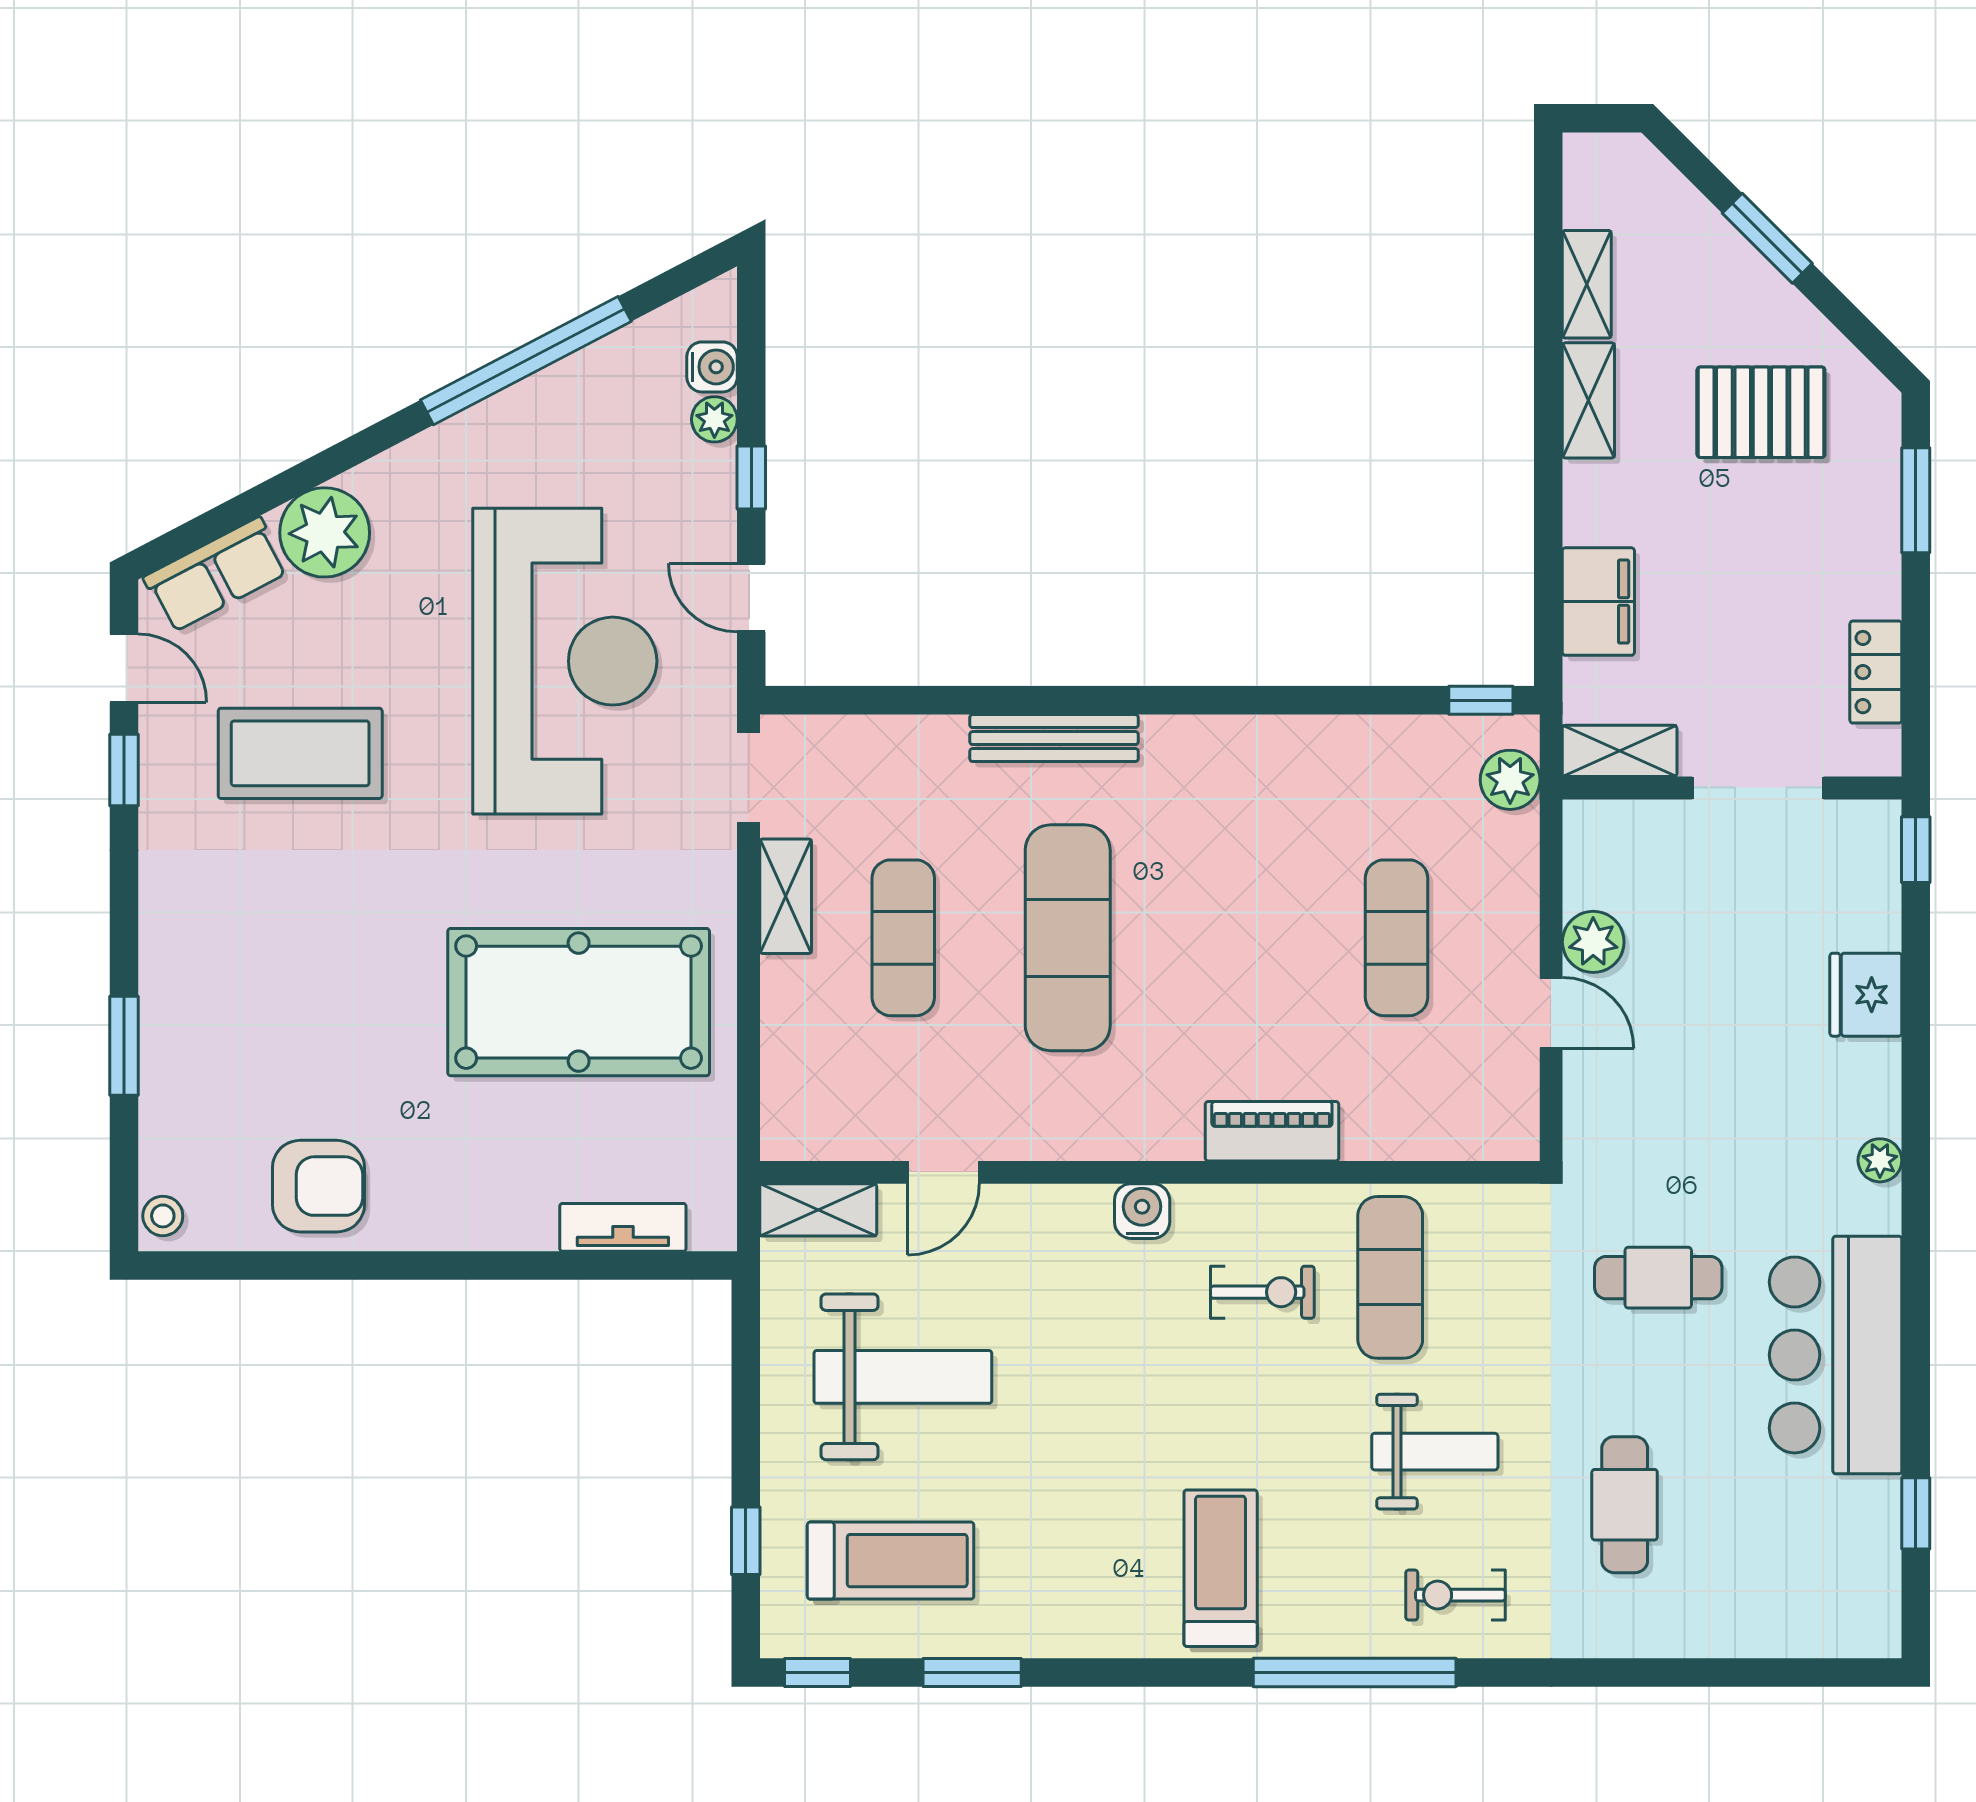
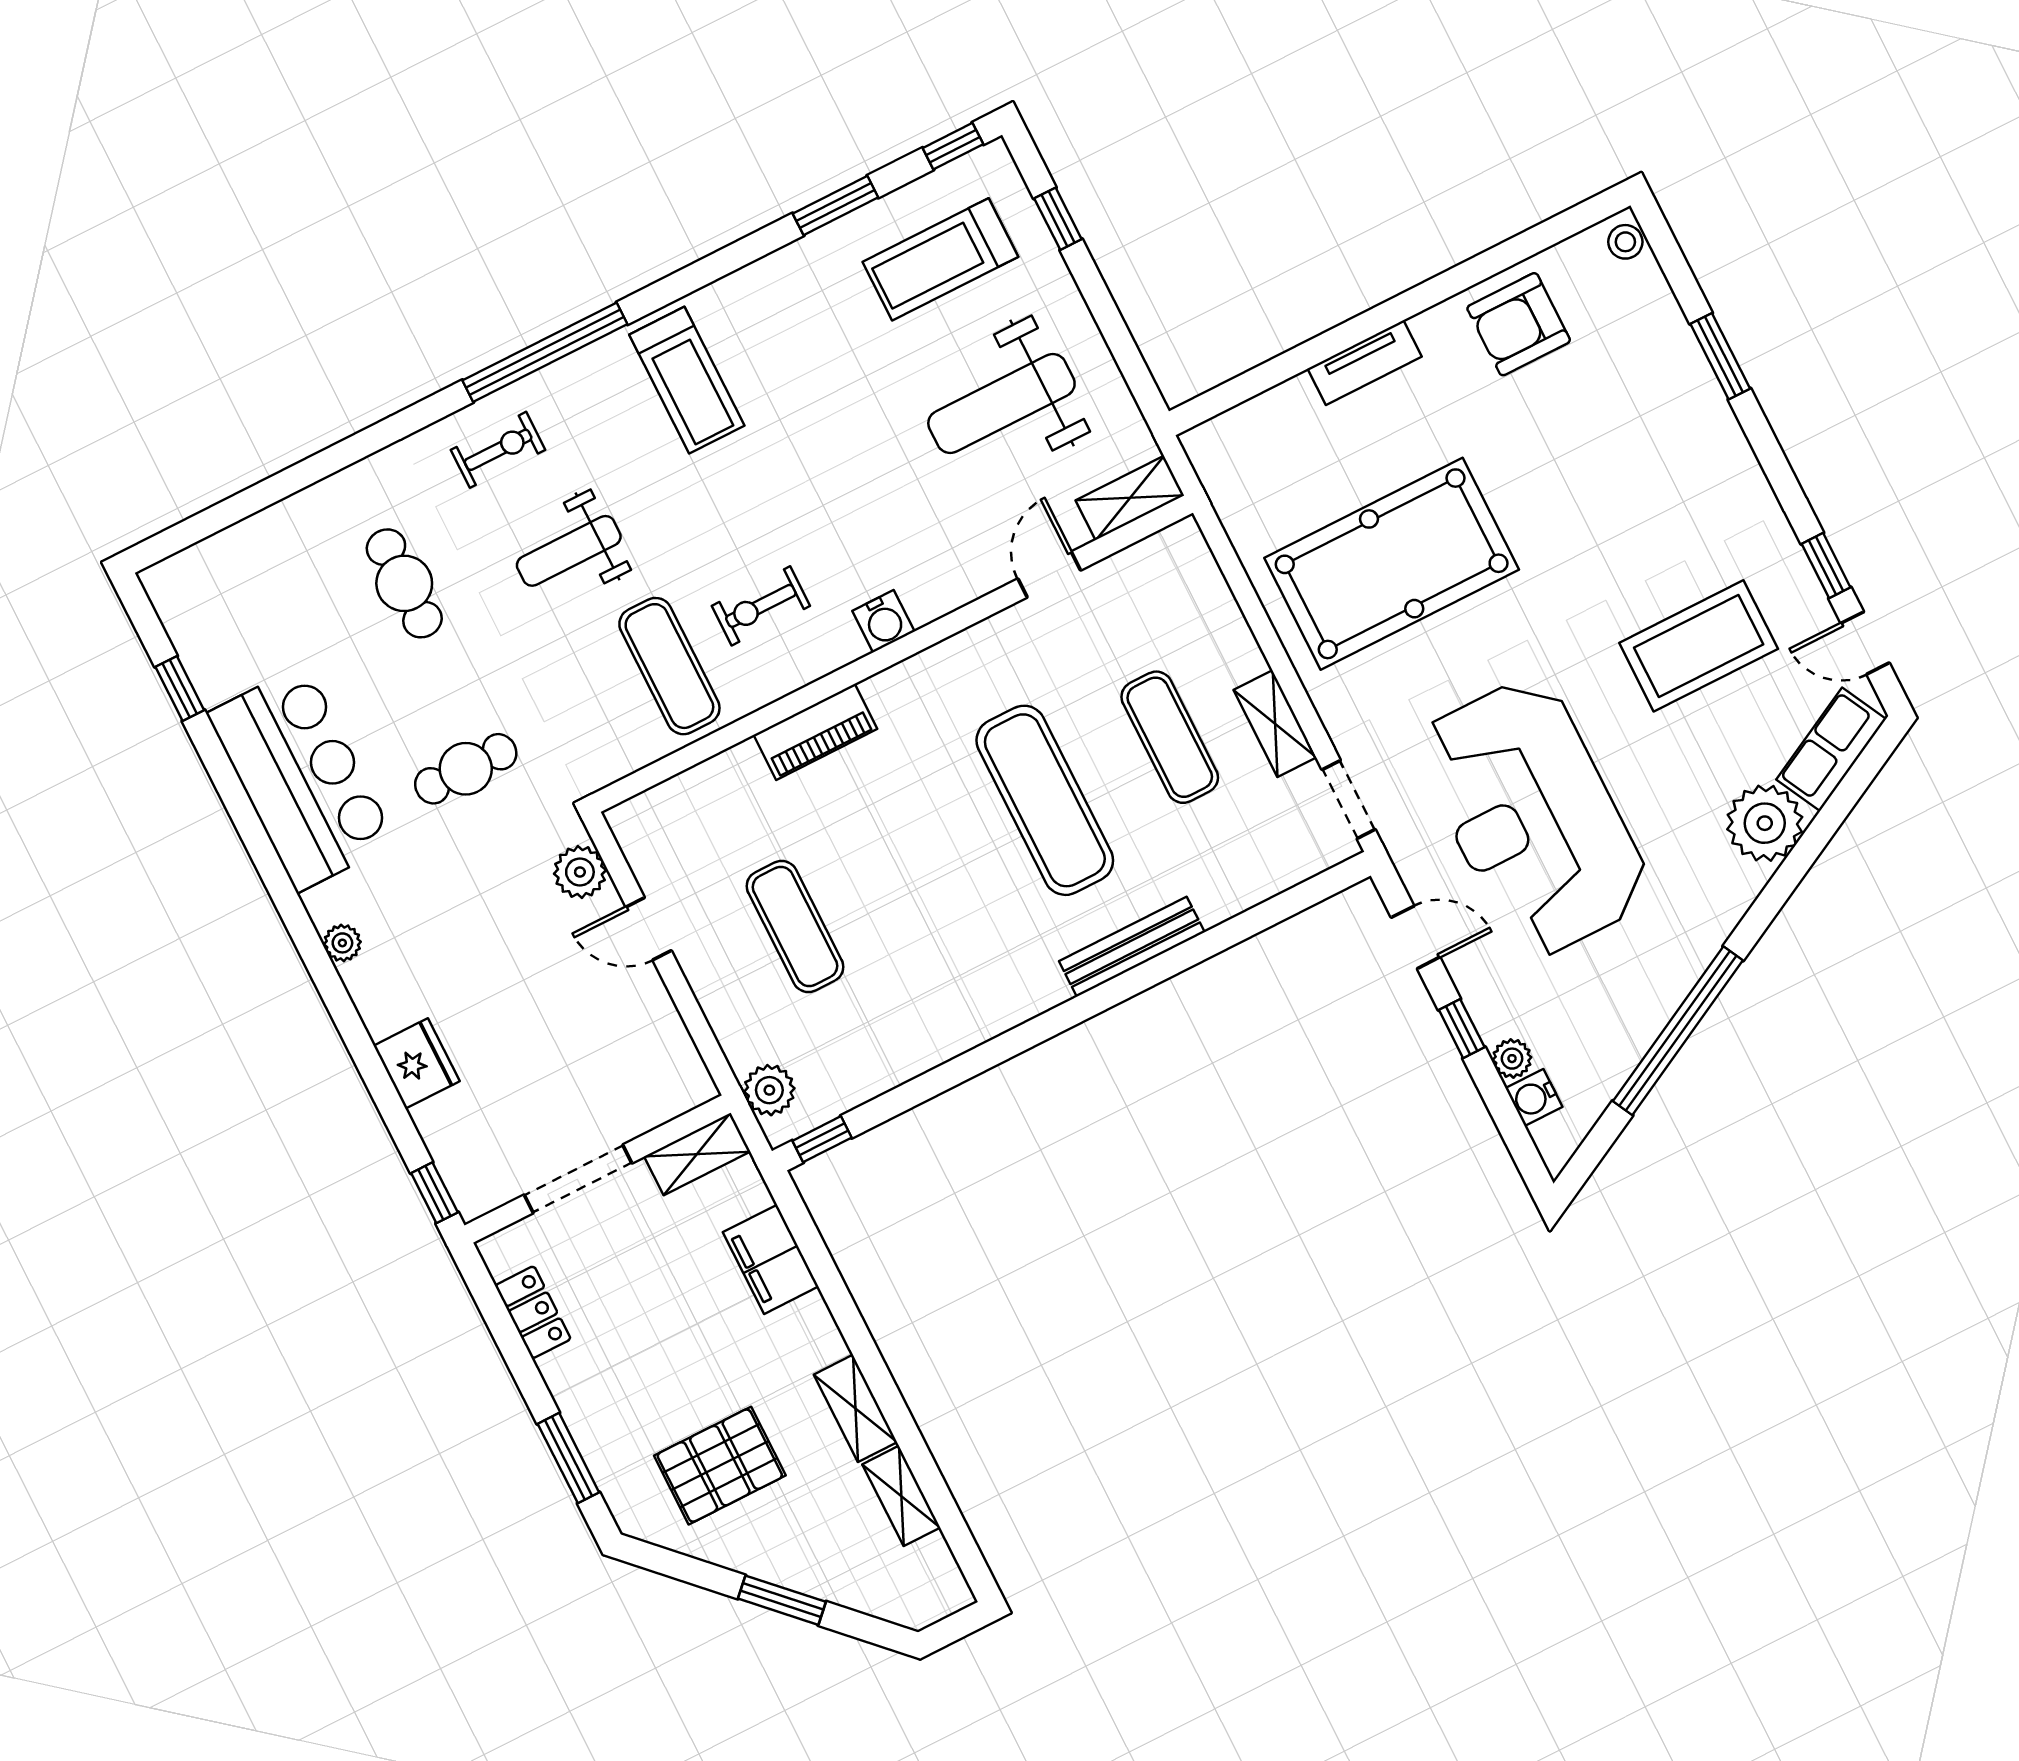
plant: (1593, 942) -> (580, 872), moved
tv unit: (623, 1227) -> (1365, 363), moved

